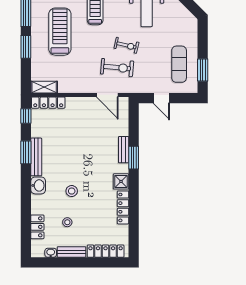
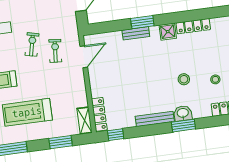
window: (26, 47) -> (61, 142), moved
exercise bike: (117, 68) -> (55, 51), width x0.73, depth x0.72
window: (26, 152) -> (183, 126), moved

